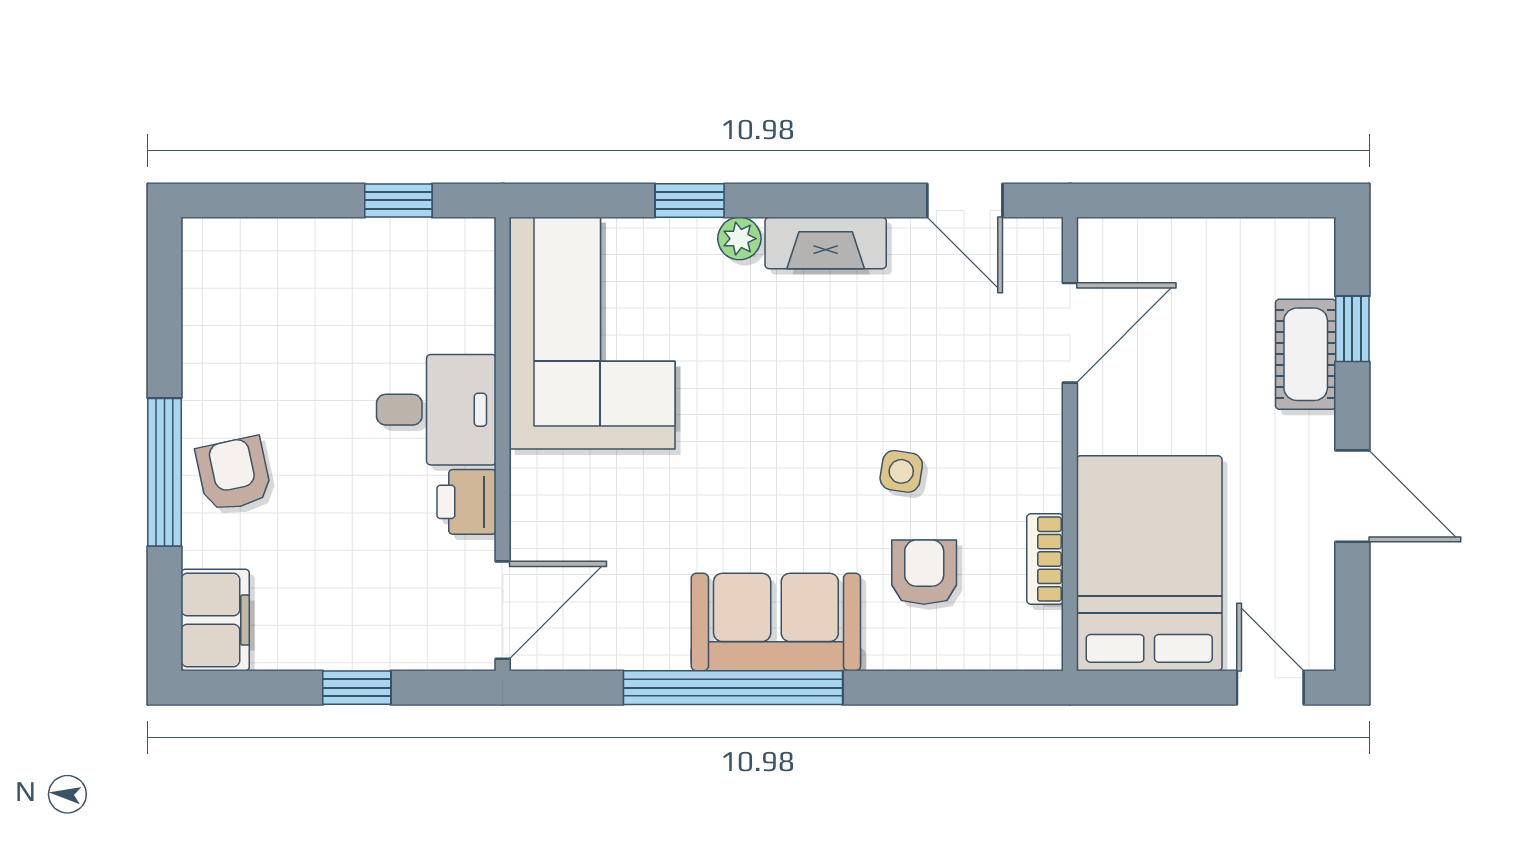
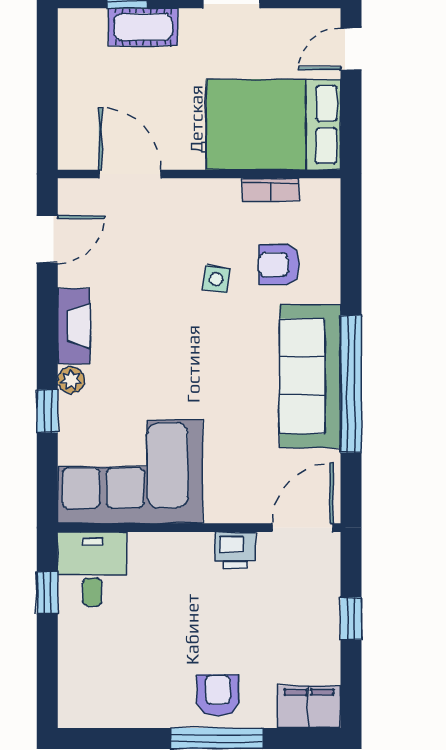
desk: (436, 410) -> (92, 569), moved
armchair: (234, 474) -> (218, 695), turned 102
door: (503, 610) -> (303, 528), hinge flipped
sofa: (776, 622) -> (310, 376), width x1.36

